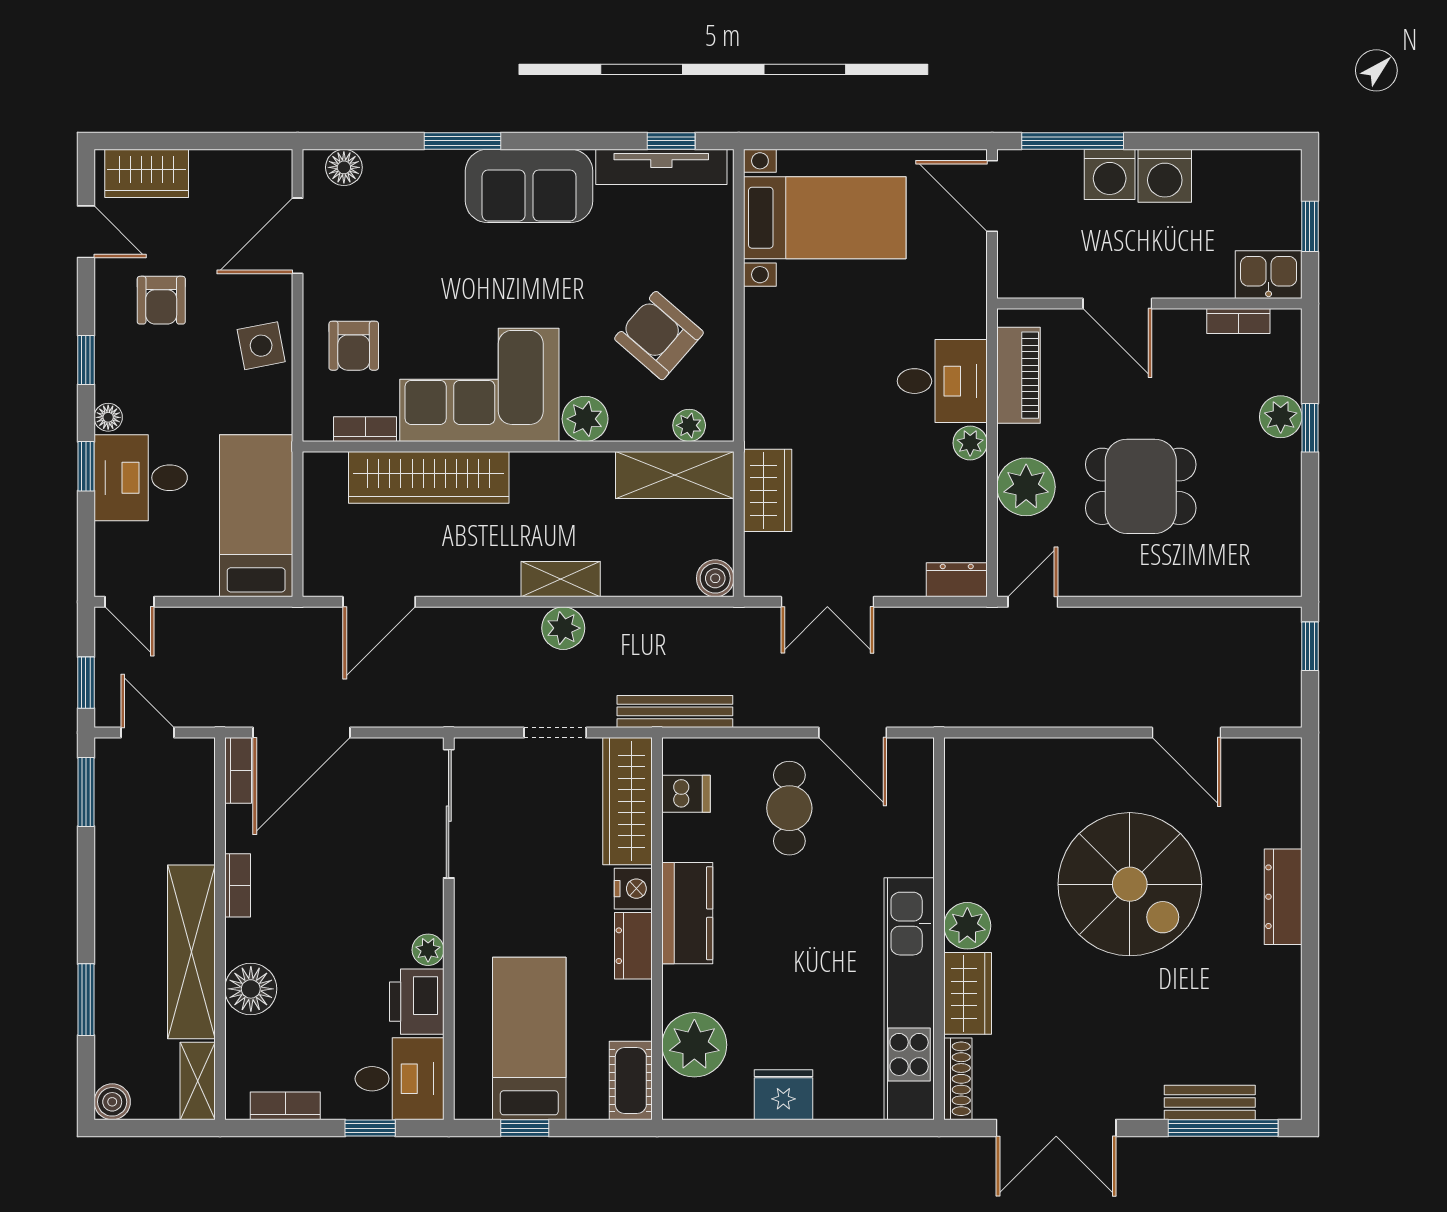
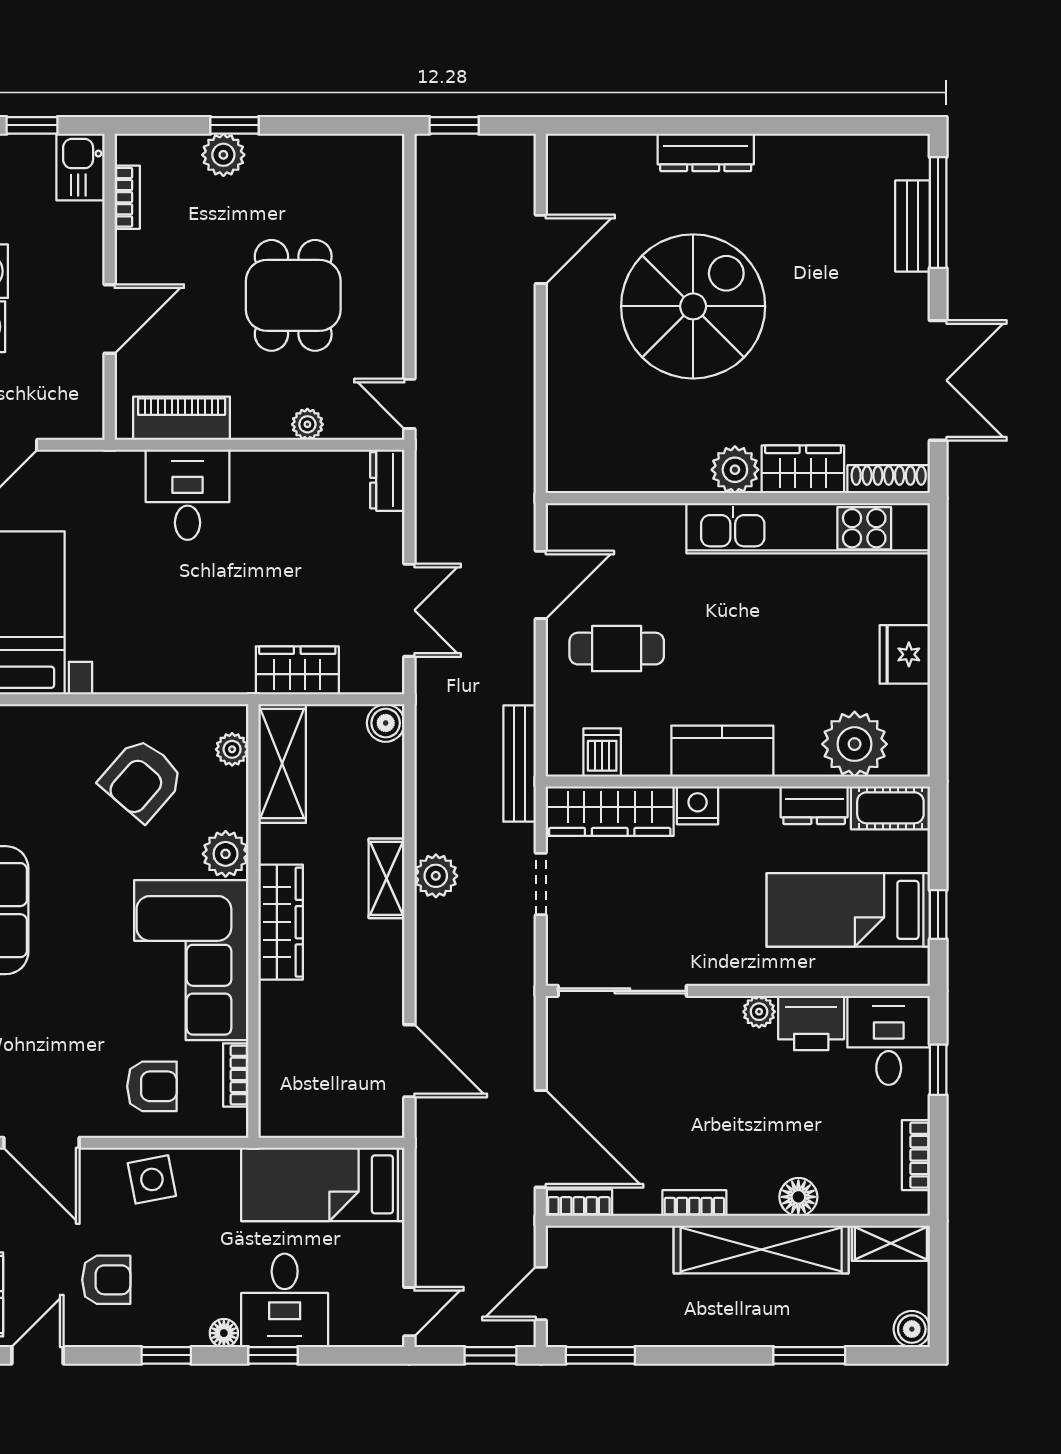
plant: (970, 443) -> (250, 467), removed
wardrobe: (429, 477) -> (281, 922), moved, width x0.71, depth x0.85
plant: (1026, 487) -> (307, 424), width x0.53, depth x0.53
dresser: (633, 946) -> (814, 805), moved
floor lamp: (251, 989) -> (798, 1197), width x0.73, depth x0.73

